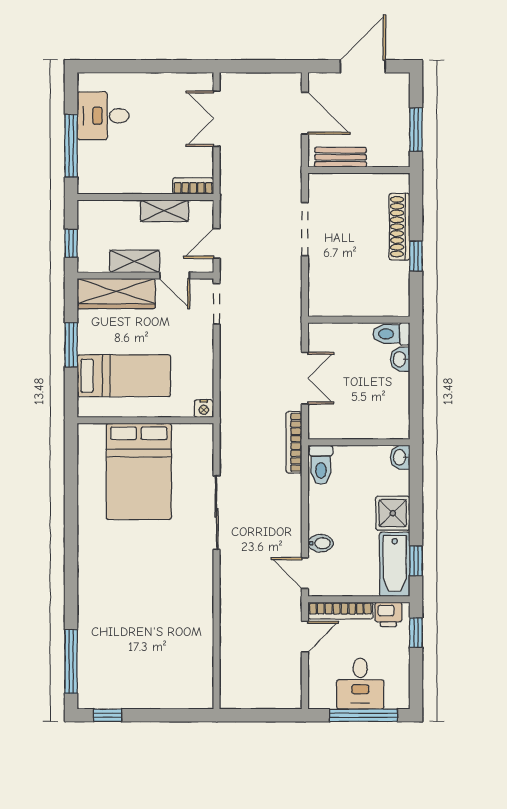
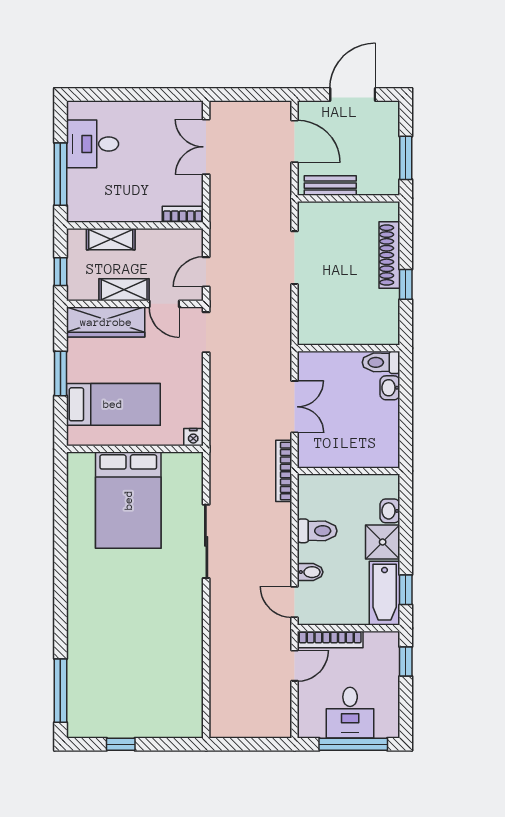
shelving: (164, 211) -> (111, 239), moved
washbasin: (400, 457) -> (390, 511), moved
toilet: (321, 465) -> (317, 531), moved, turned -90
printer: (388, 614) -> (378, 643), removed
window: (108, 715) -> (121, 744), moved

